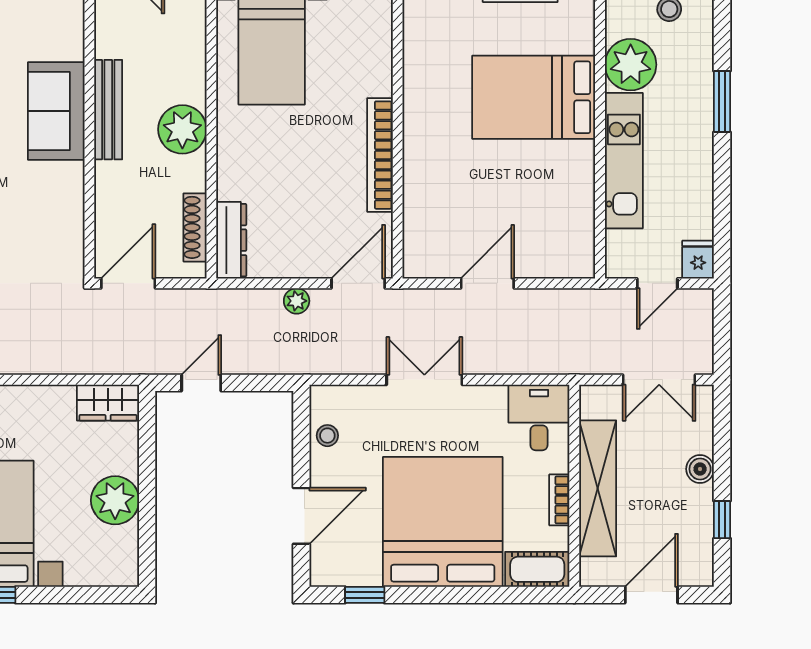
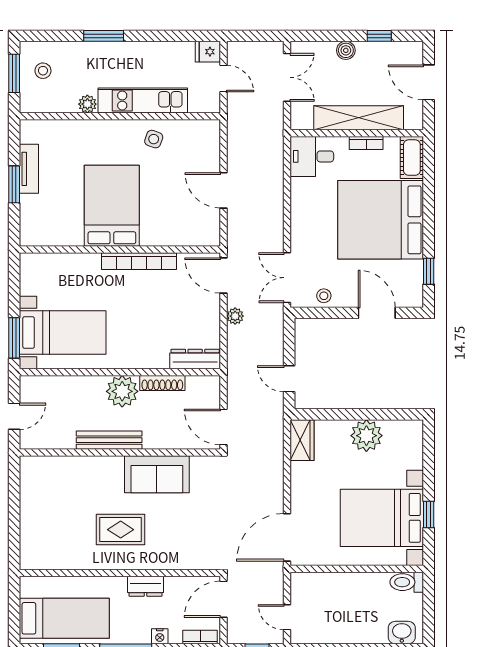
plant: (631, 65) -> (87, 104), width x0.53, depth x0.53
bed: (534, 97) -> (112, 206), moved, turned 180
sofa: (56, 111) -> (157, 474), moved
side table: (565, 177) -> (154, 139), added
shoe rack: (195, 227) -> (162, 383), moved
double door: (424, 380) -> (287, 278), moved

